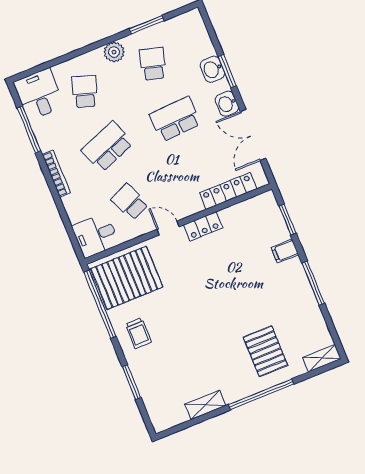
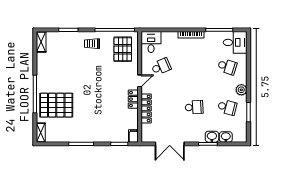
washbasin: (227, 104) -> (226, 137), moved
school desk: (175, 119) -> (194, 107), width x0.54
double door: (253, 135) -> (170, 144), swing flipped
school desk: (107, 147) -> (194, 67), removed
locker: (228, 191) -> (146, 108), moved
filing cabinet: (285, 251) -> (133, 136), moved
pallet: (127, 278) -> (123, 49), width x0.73, depth x0.71
pallet: (265, 351) -> (56, 105), width x1.37, depth x1.41
shelving: (205, 405) -> (41, 42), moved

